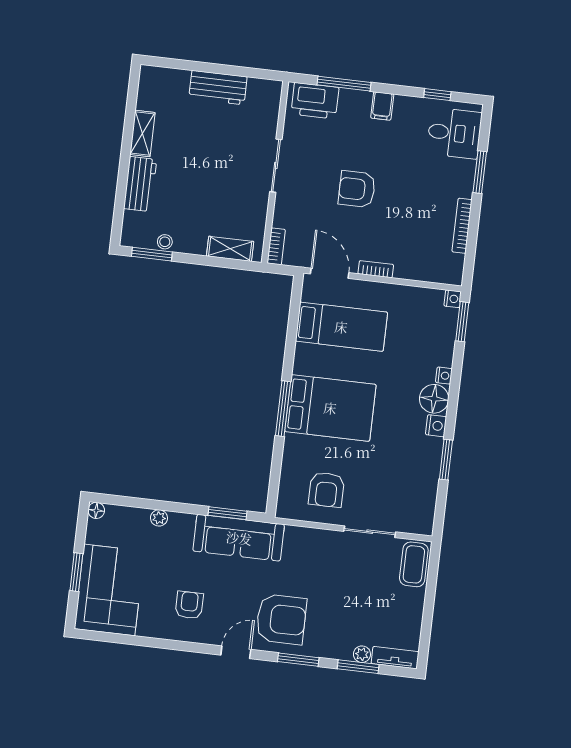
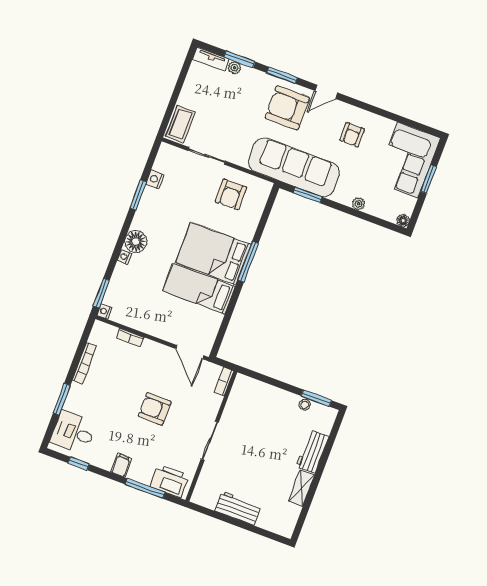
armchair: (357, 189) -> (155, 409), turned 180
shelving: (230, 249) -> (258, 388), removed
bookcase: (376, 269) -> (130, 338), moved
bed: (341, 327) -> (199, 289), moved
nightstand: (436, 426) -> (155, 179), moved
armchair: (327, 490) -> (231, 194), turned 180
sofa: (239, 538) -> (294, 167), width x1.36, depth x1.27

